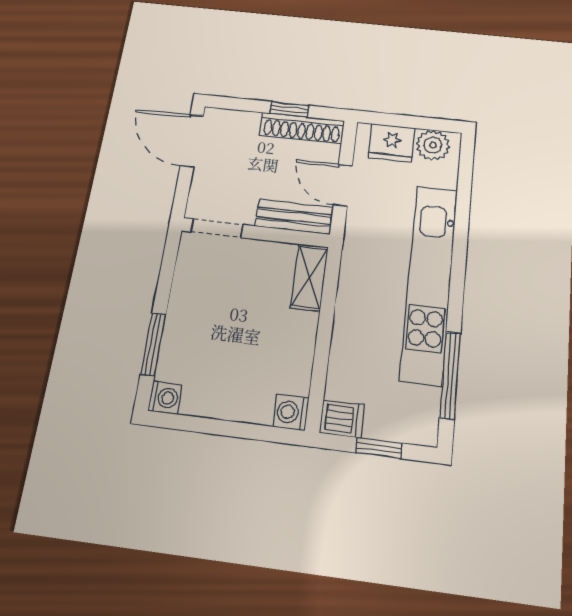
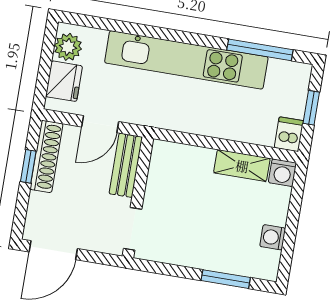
shelving: (309, 277) -> (242, 166), moved
washing machine: (165, 398) -> (273, 237), moved, turned -90

